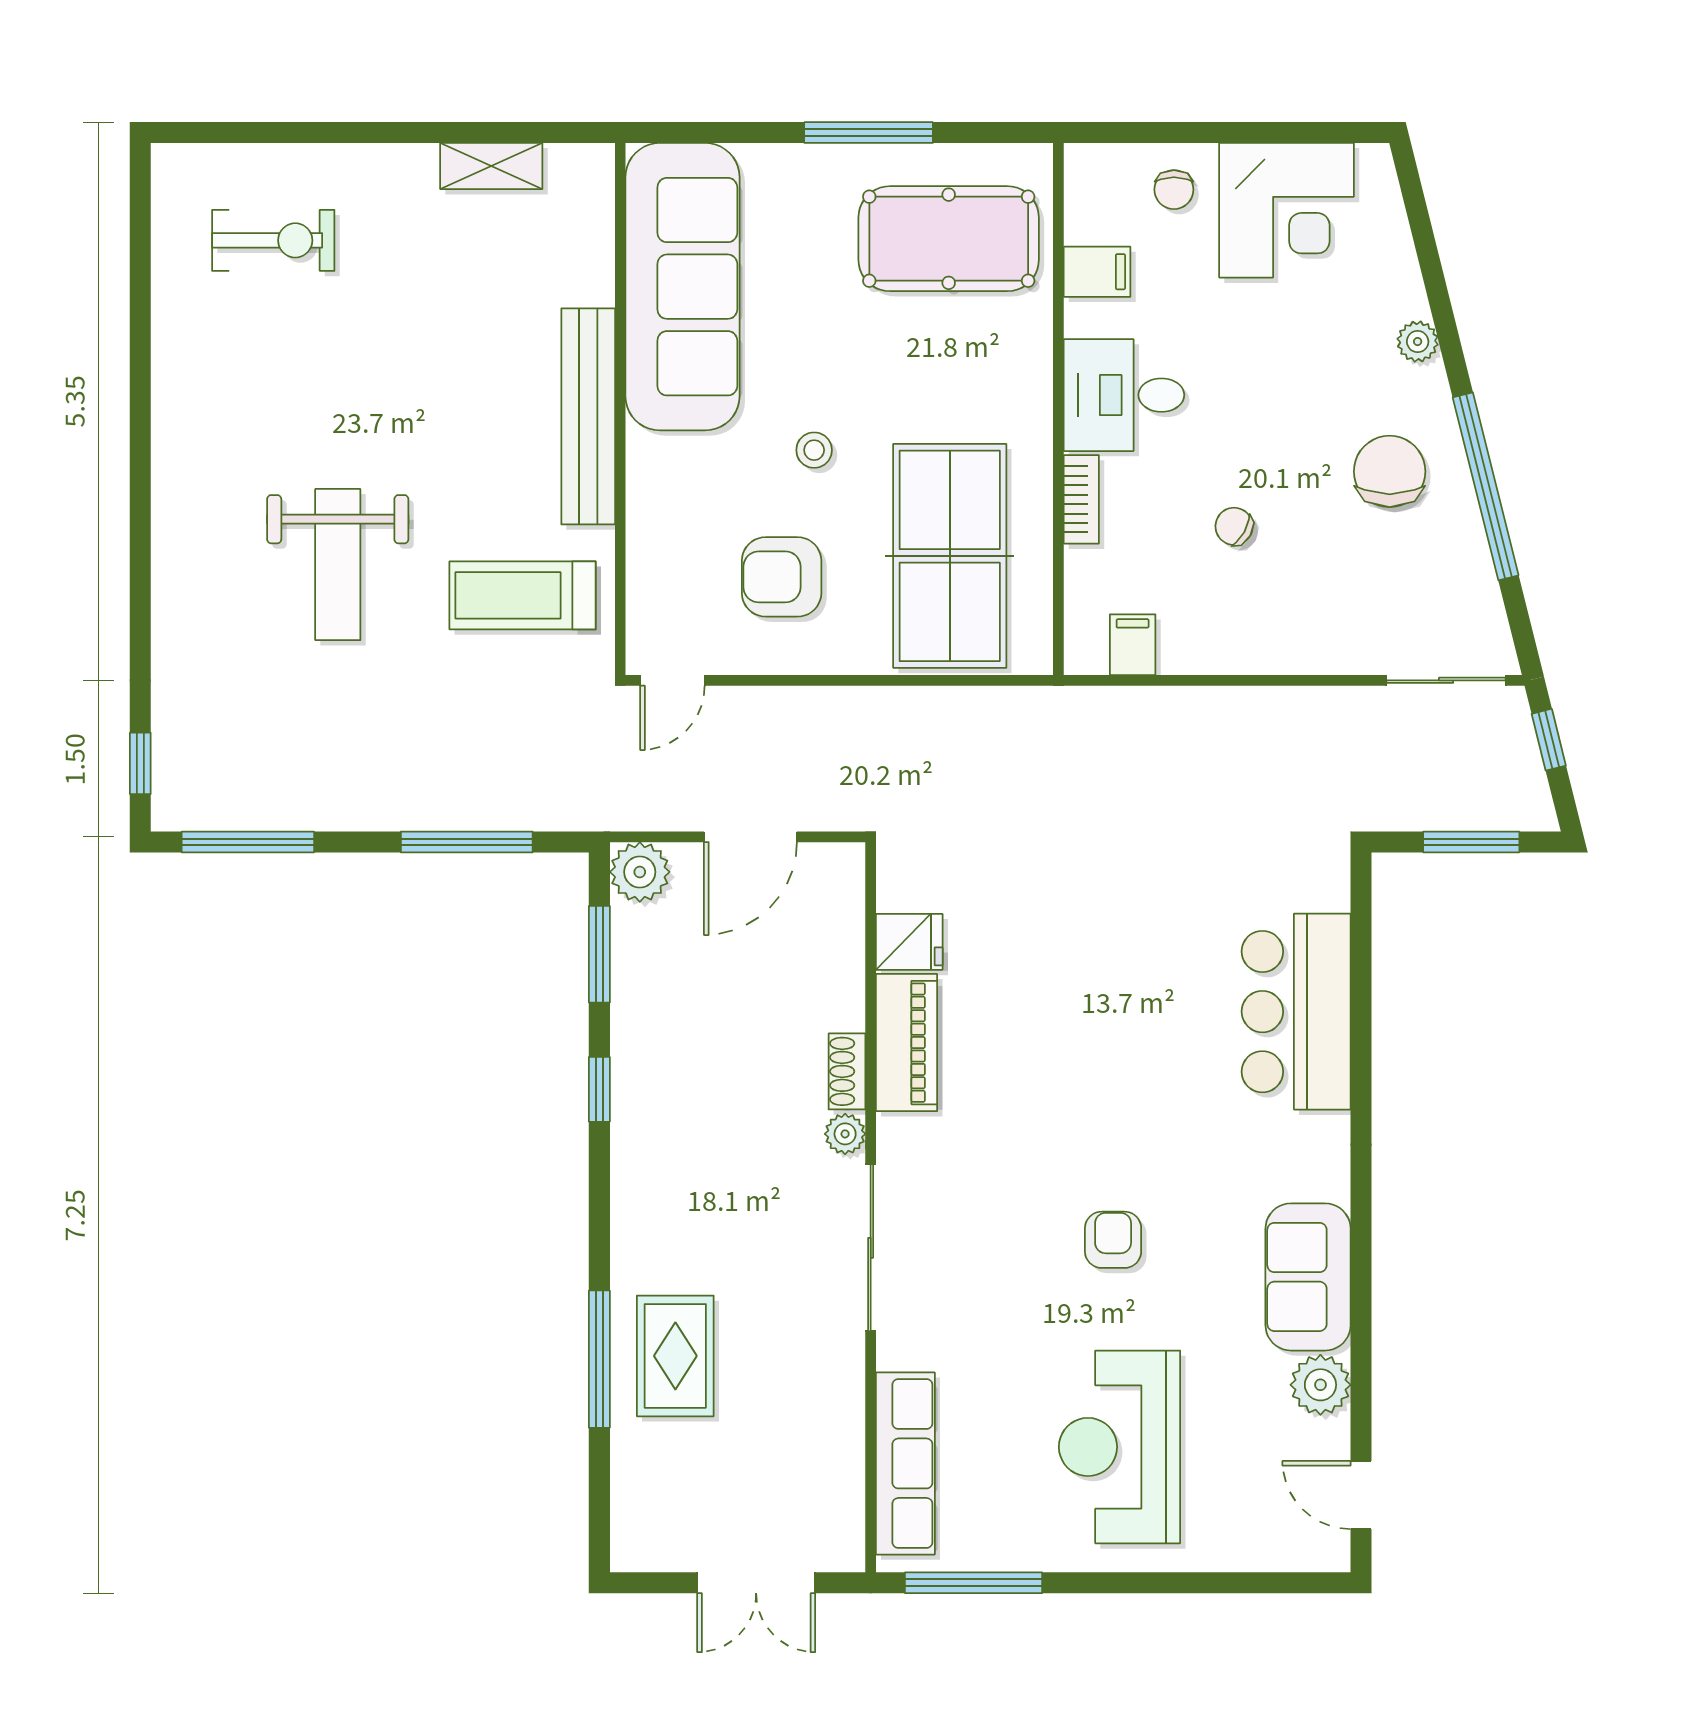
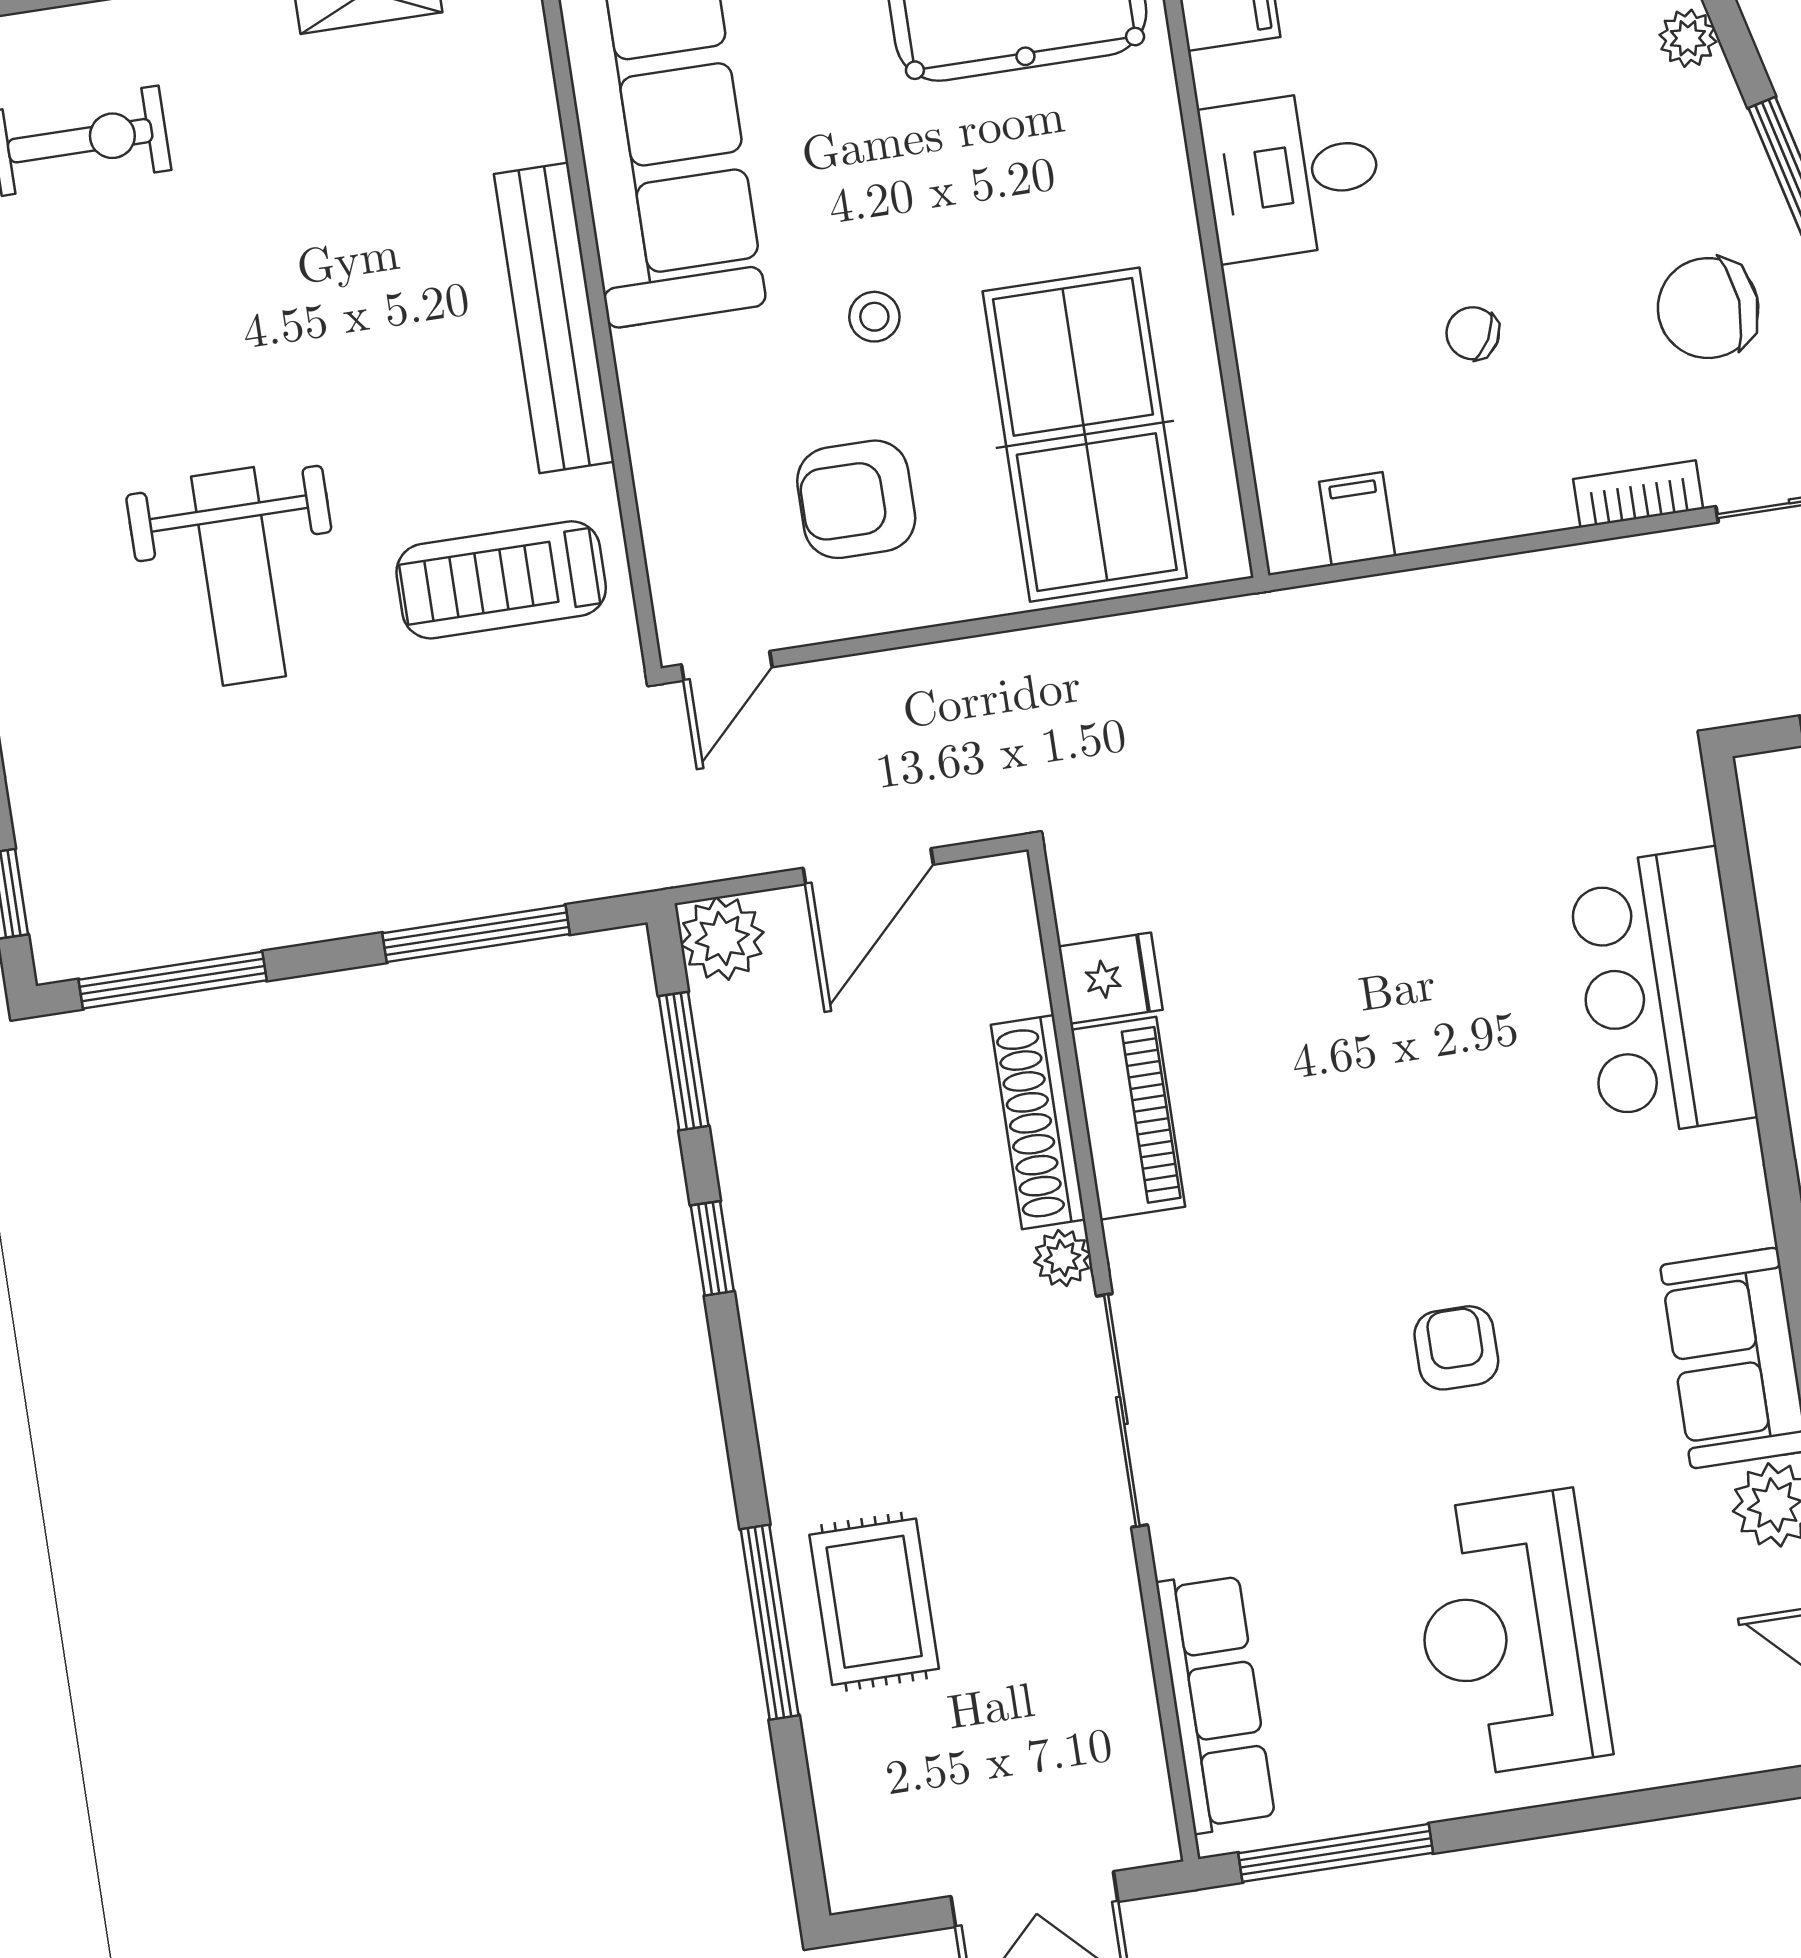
chair: (1390, 471) -> (1708, 308), moved, turned -94
bookcase: (1081, 499) -> (1638, 494), moved, turned -90
shoe rack: (847, 1071) -> (1038, 1122), width x1.94, depth x1.24

